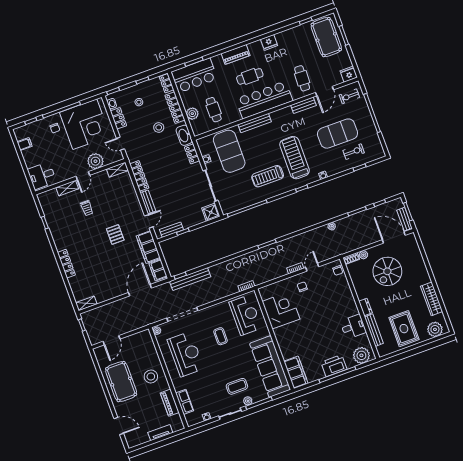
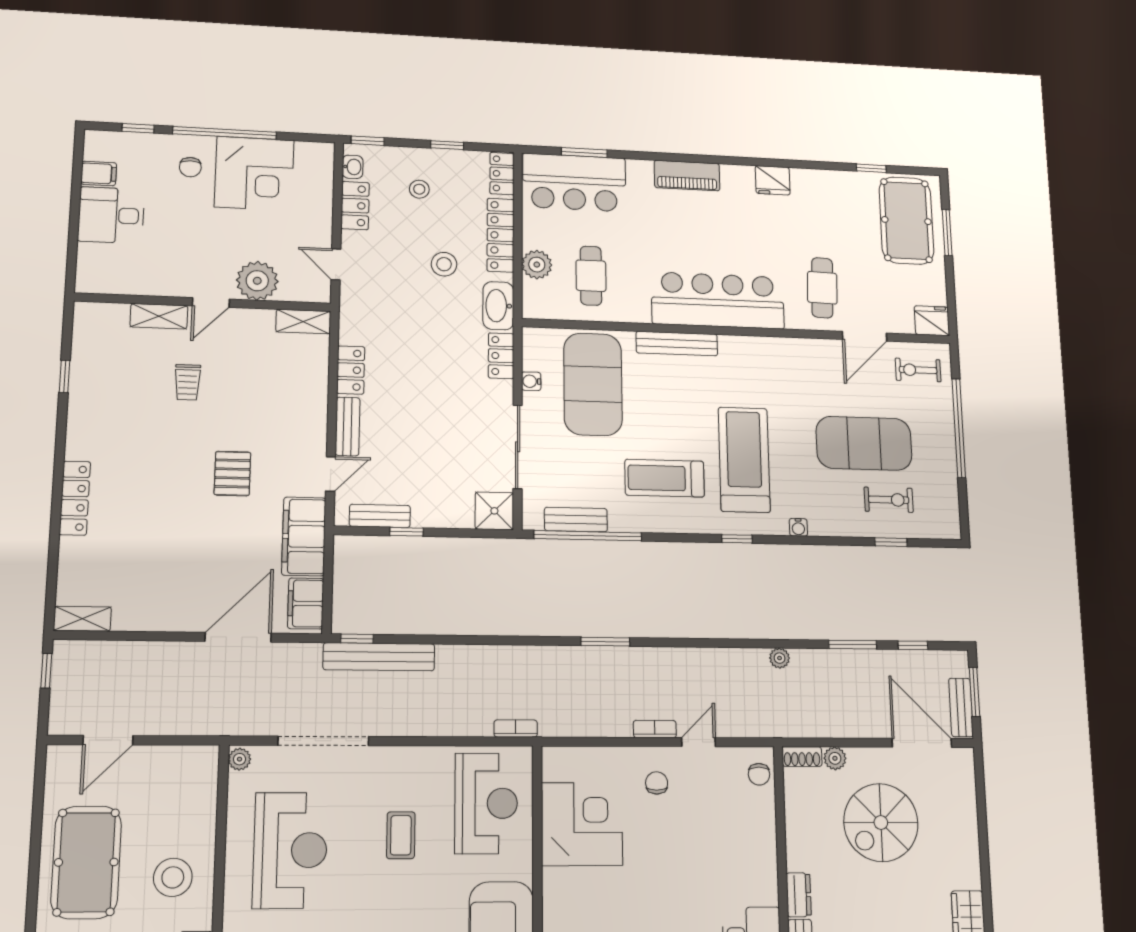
cafe table: (250, 76) -> (703, 236), removed
bench: (303, 105) -> (576, 520), moved
corner desk: (85, 124) -> (254, 173), width x0.74, depth x0.74
desk: (42, 176) -> (111, 215), moved
locker: (139, 176) -> (351, 370), width x0.66

